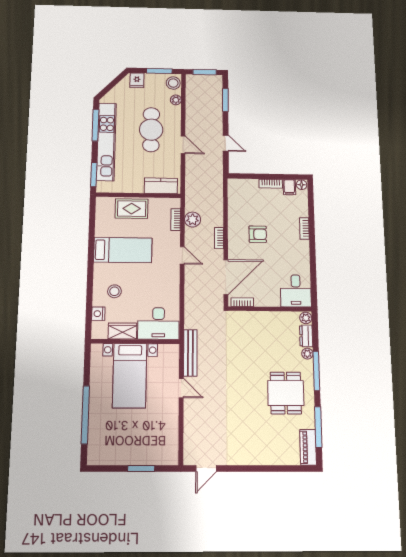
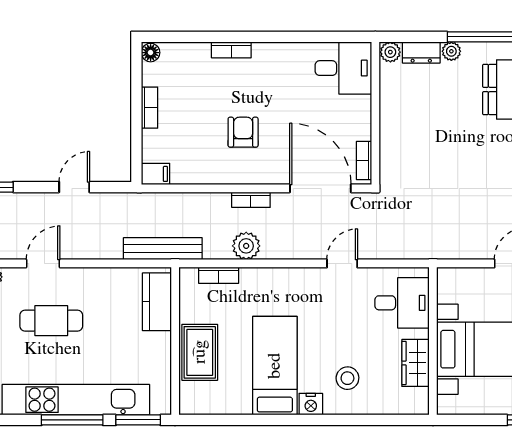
window: (95, 125) -> (72, 420), moved
cafe table: (151, 130) -> (51, 321), width x0.73, depth x0.74
door: (183, 145) -> (43, 263), moved
filing cabinet: (289, 187) -> (155, 174), moved
plant: (193, 220) -> (246, 246), moved
door: (182, 255) -> (342, 263), moved
nightstand: (98, 314) -> (311, 404), moved
desk: (158, 323) -> (402, 303), width x0.73
bench: (190, 353) -> (163, 249), moved

